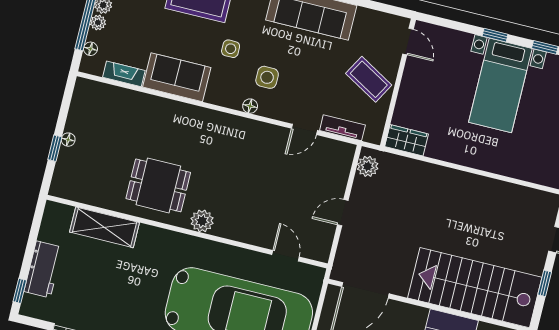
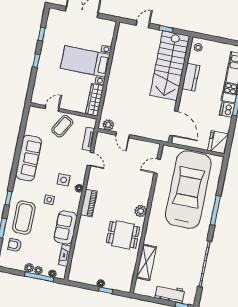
door: (408, 42) -> (52, 108), moved
bed with nightstands: (500, 85) -> (85, 61), moved, turned 180
piano: (221, 123) -> (89, 203), added
wardrobe: (407, 140) -> (95, 100), width x1.50
dining table: (158, 185) -> (123, 235), turned 90
door: (343, 213) -> (123, 135), moved

